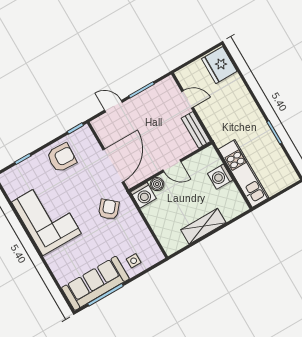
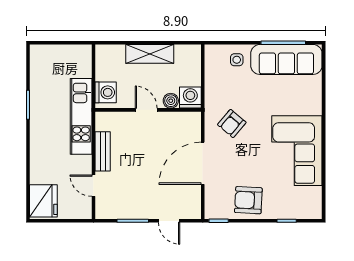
door: (172, 166) -> (146, 110), moved
wall: (170, 167) -> (148, 110), moved
kitchen unit: (243, 174) -> (81, 116), moved
boiler: (157, 184) -> (171, 101), moved
washing machine: (143, 195) -> (190, 98), moved

